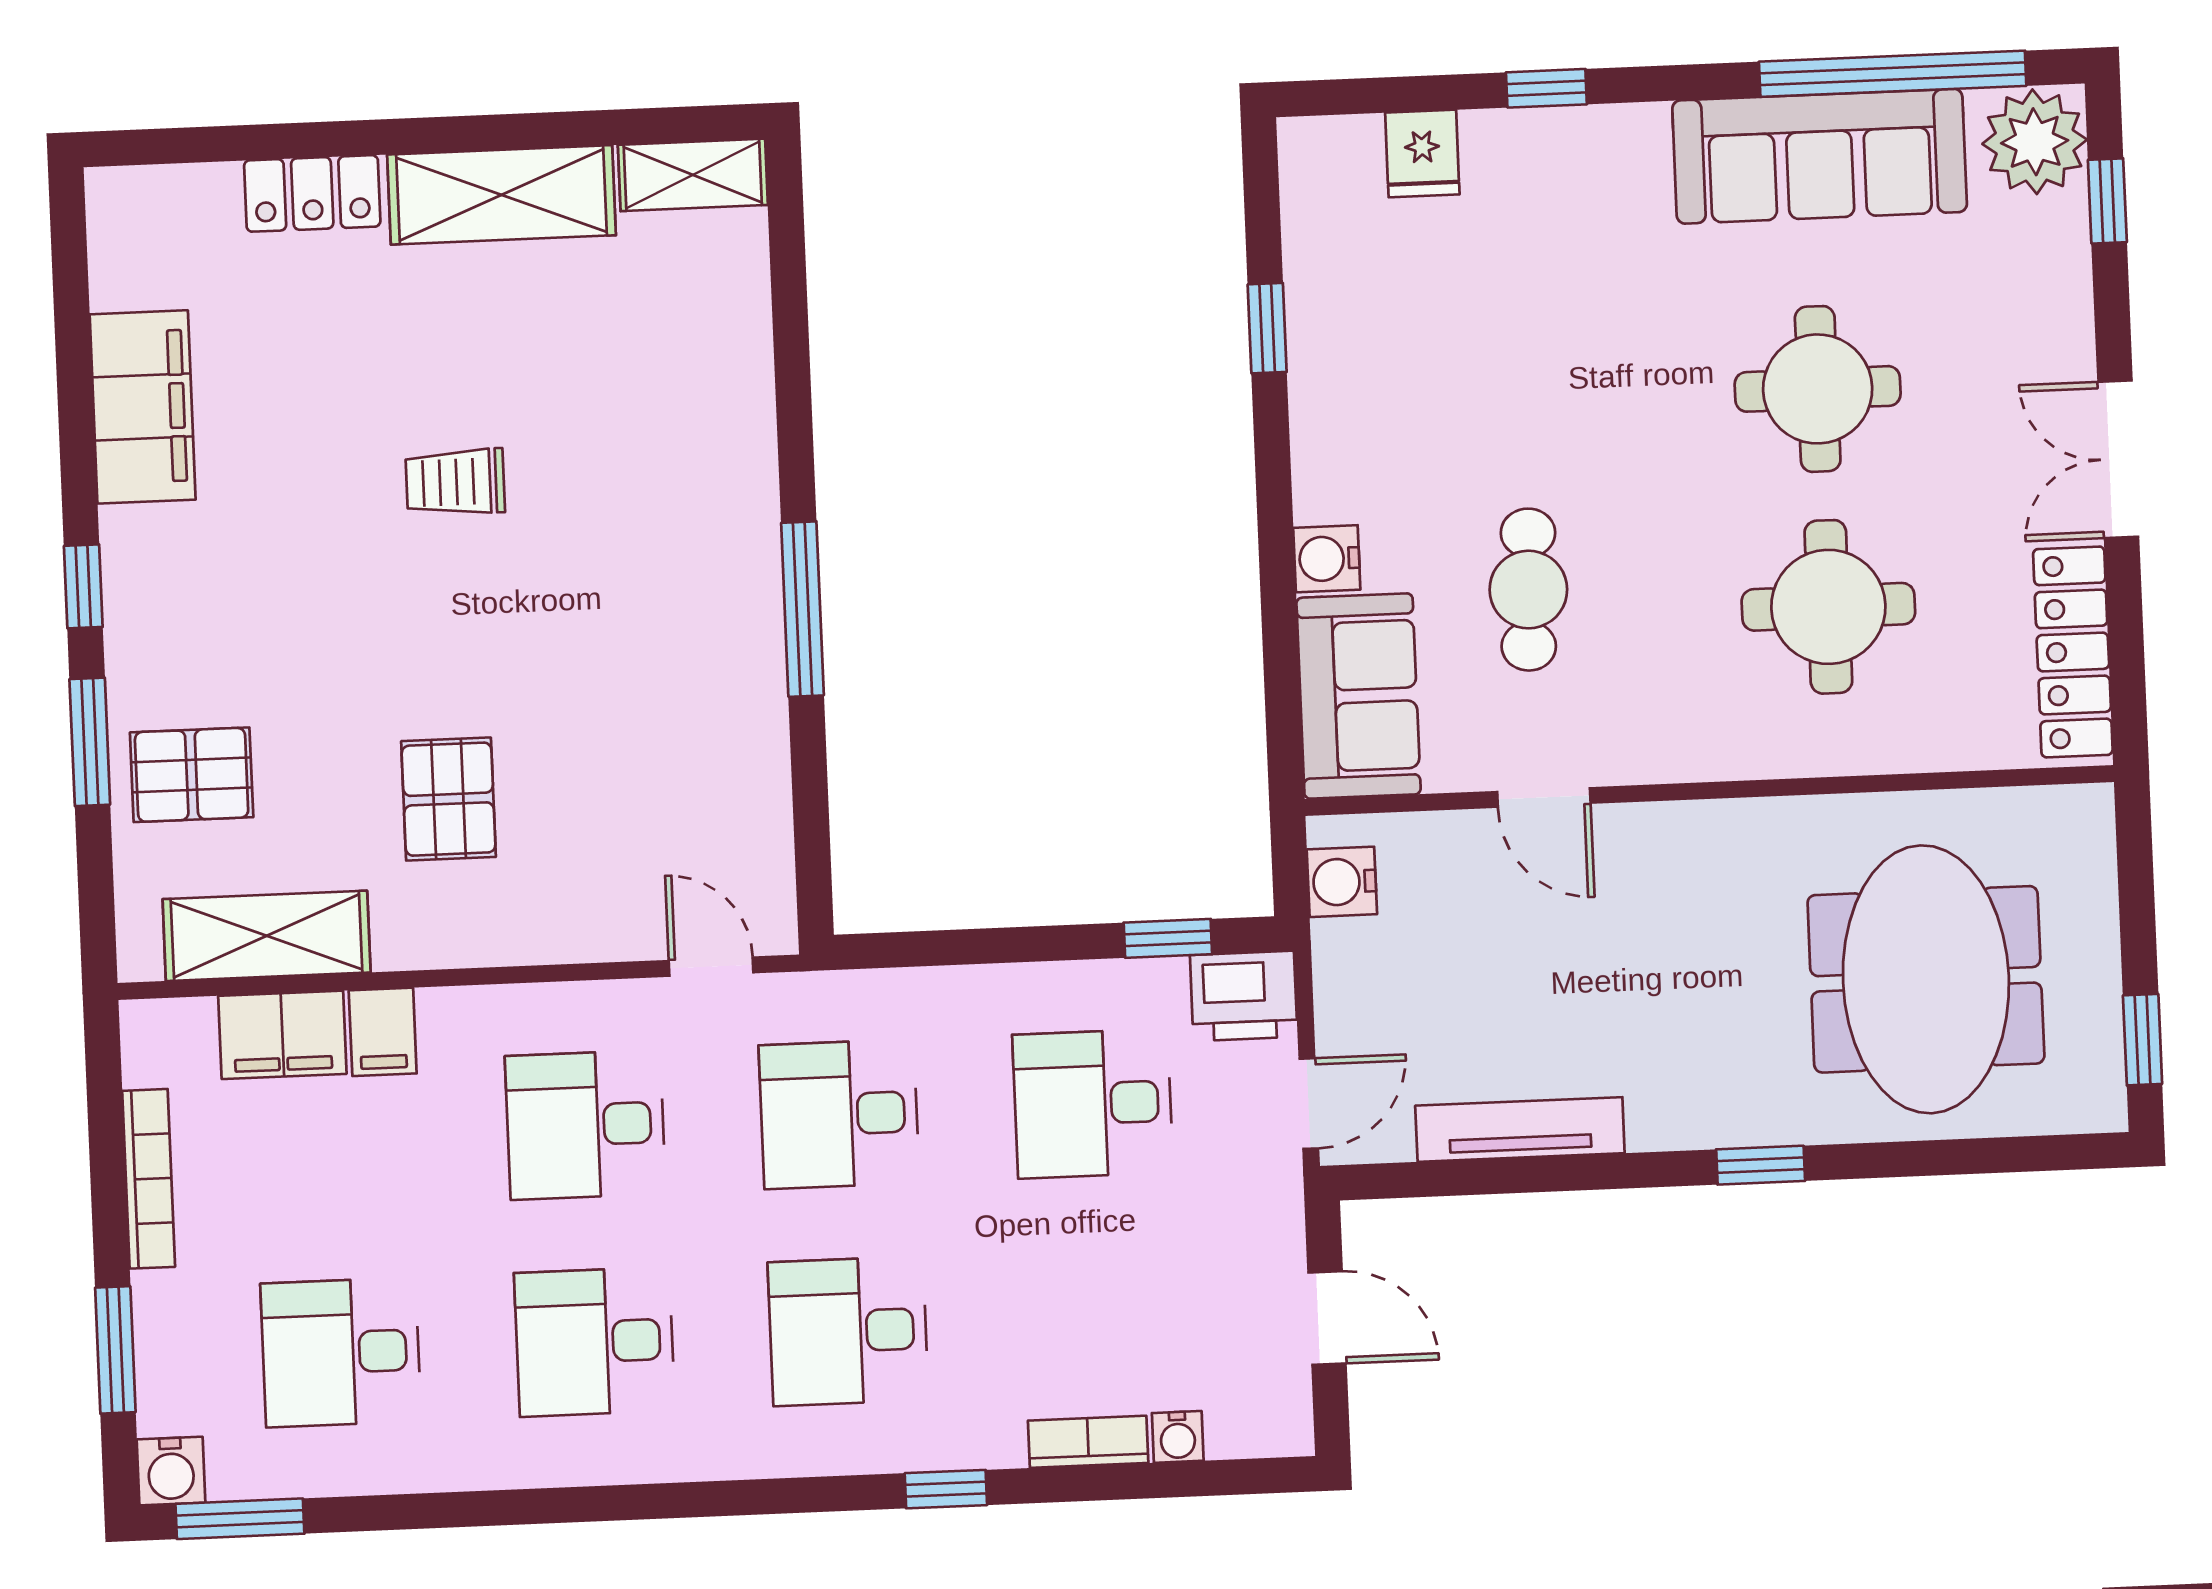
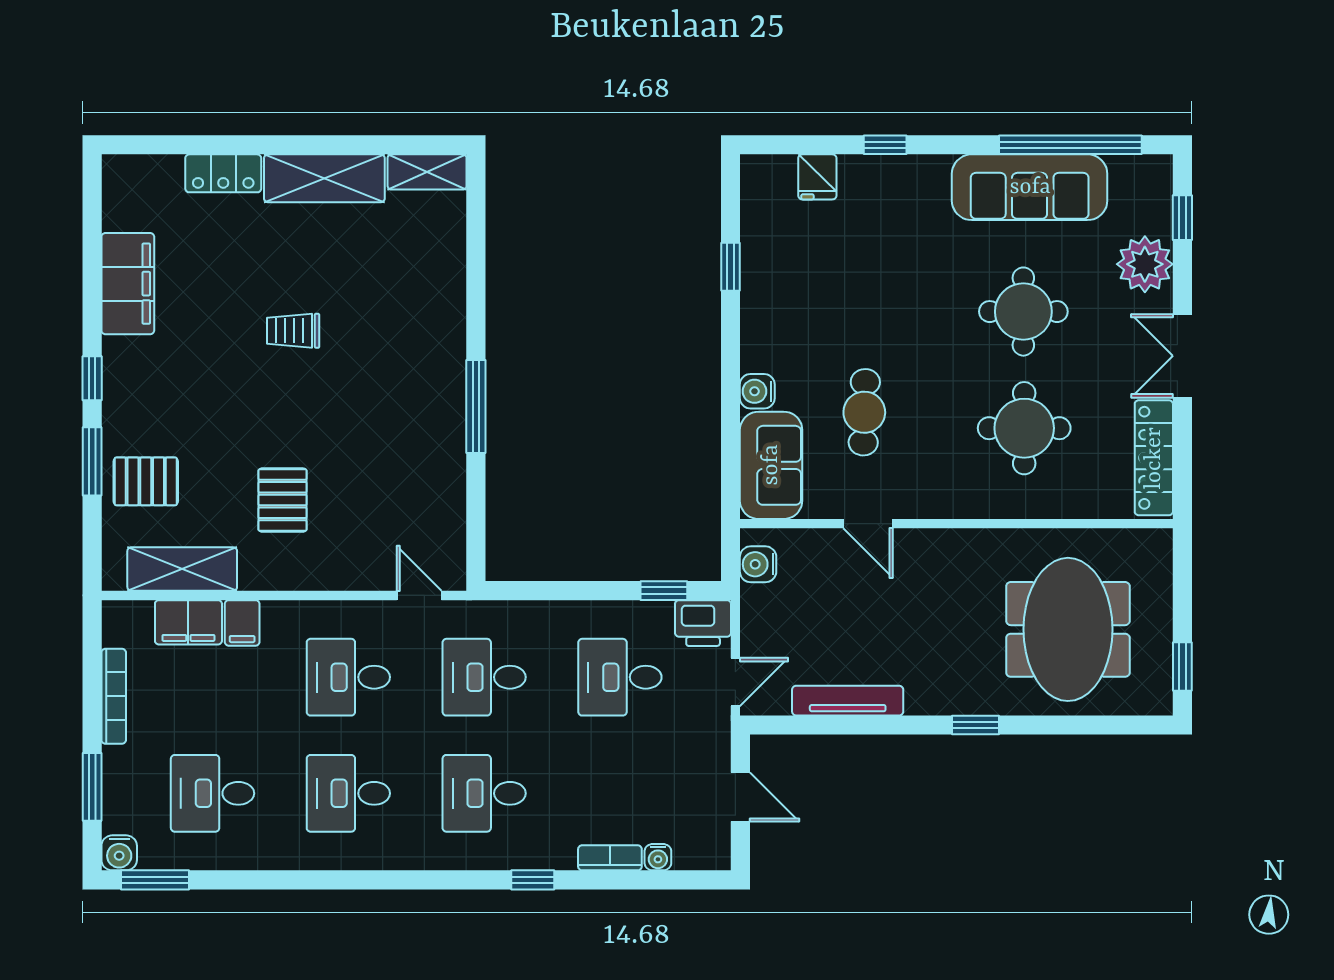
plant: (2035, 142) -> (1145, 264), moved

